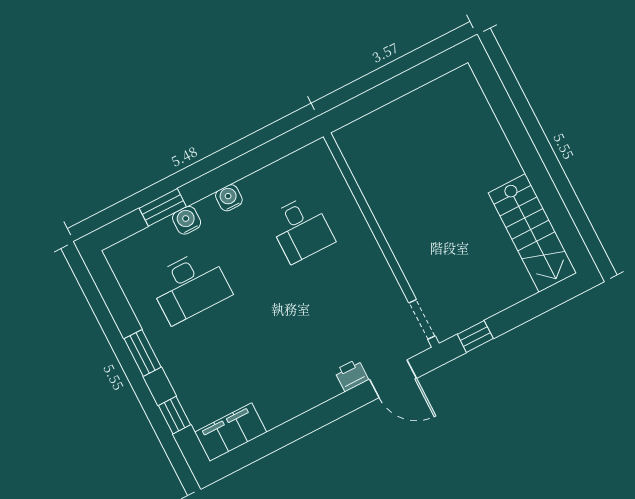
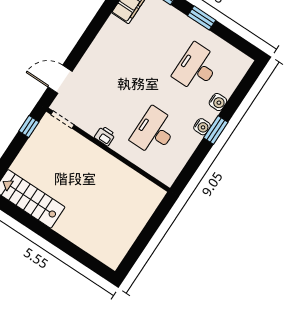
window: (163, 207) -> (216, 130), moved
desk: (301, 229) -> (154, 132), width x1.37
printer: (351, 375) -> (105, 136), moved, turned -90

